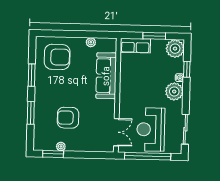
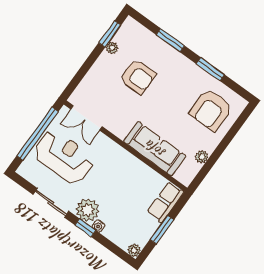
plant: (175, 49) -> (134, 250), width x0.53, depth x0.53
window: (187, 69) -> (85, 228), moved
armchair: (68, 118) -> (138, 77), turned 90
sliding door: (185, 129) -> (51, 203), moved

